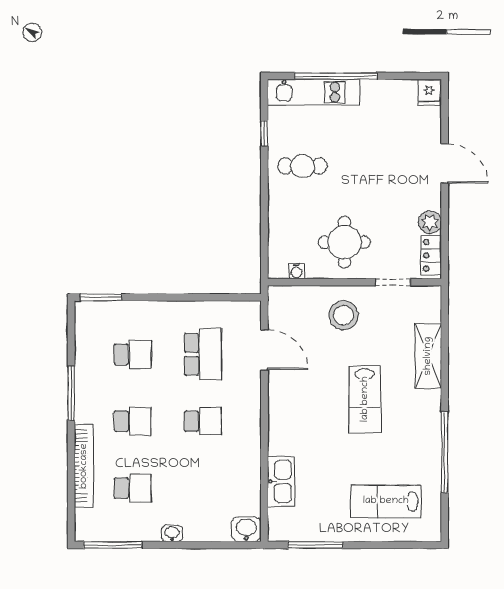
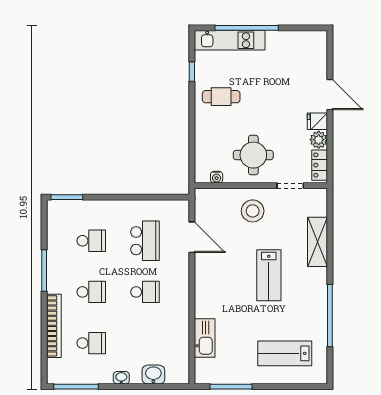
fridge: (429, 92) -> (317, 121), moved, turned 90
washbasin: (246, 529) -> (153, 375), moved

